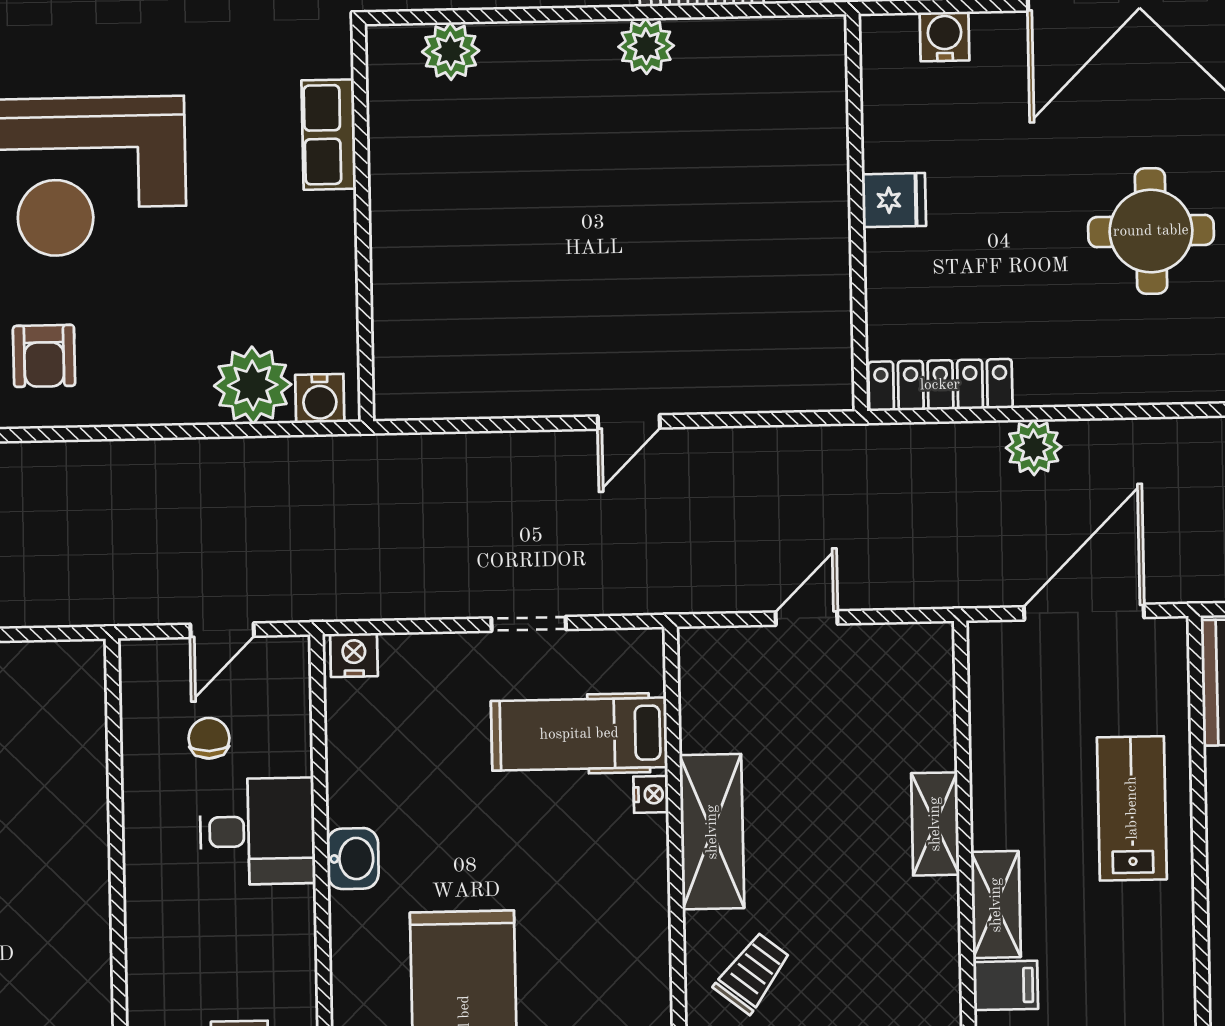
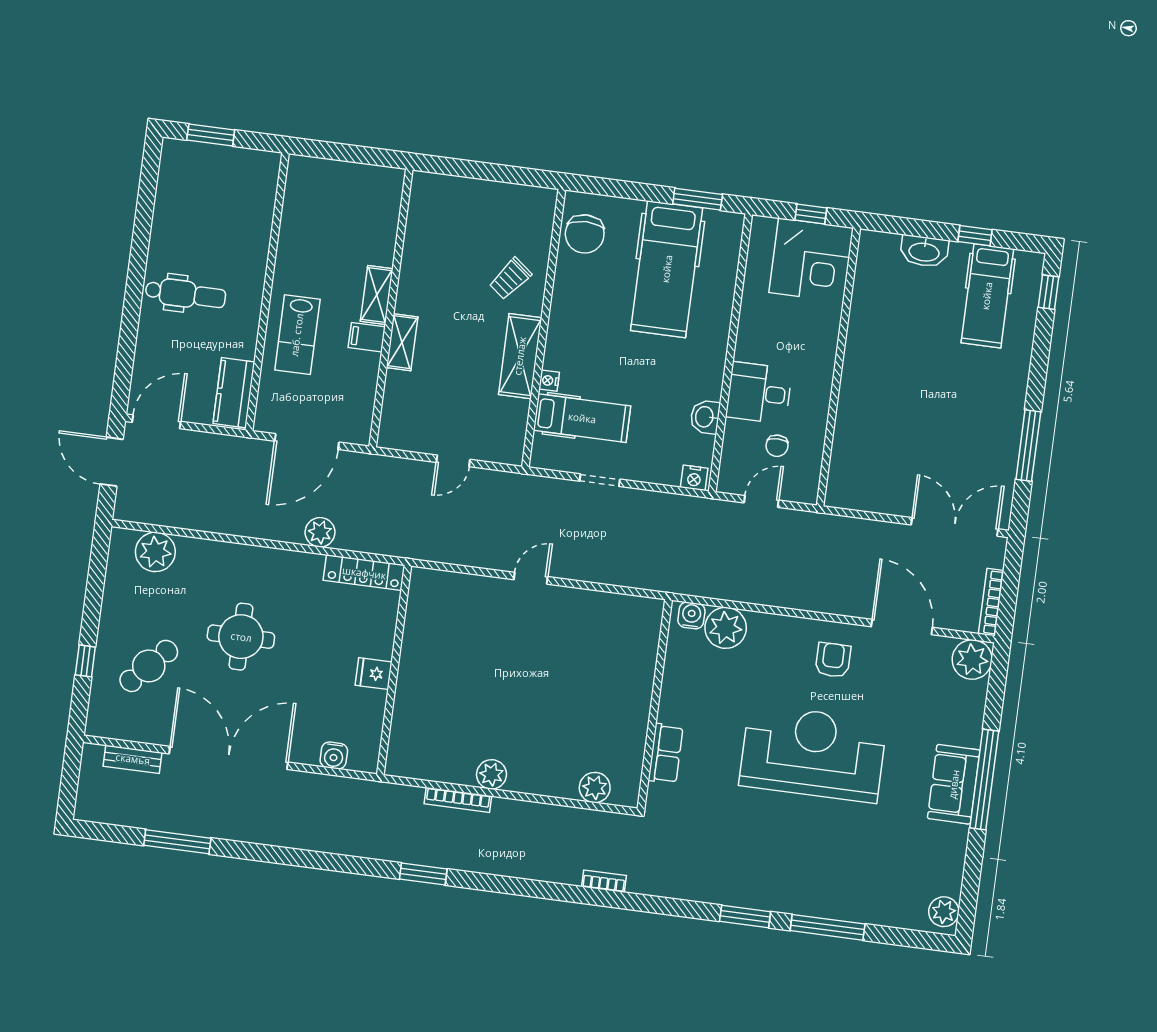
washbasin: (353, 859) -> (705, 417), moved
filing cabinet: (1006, 985) -> (367, 337), moved

